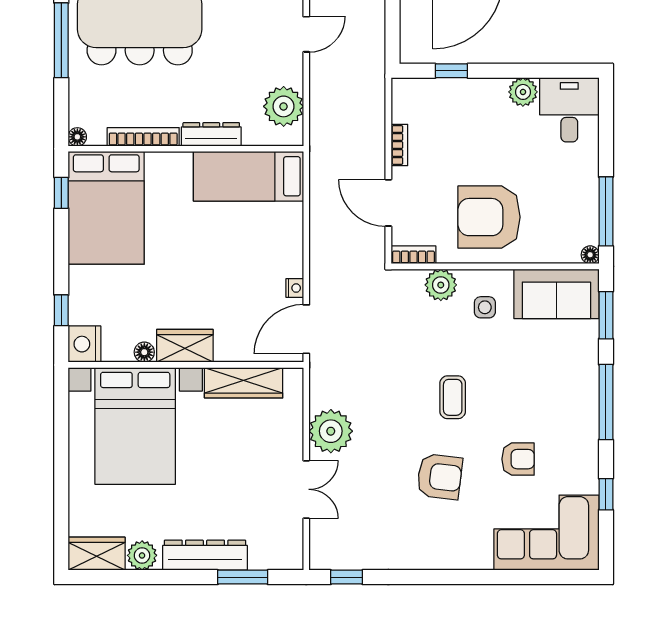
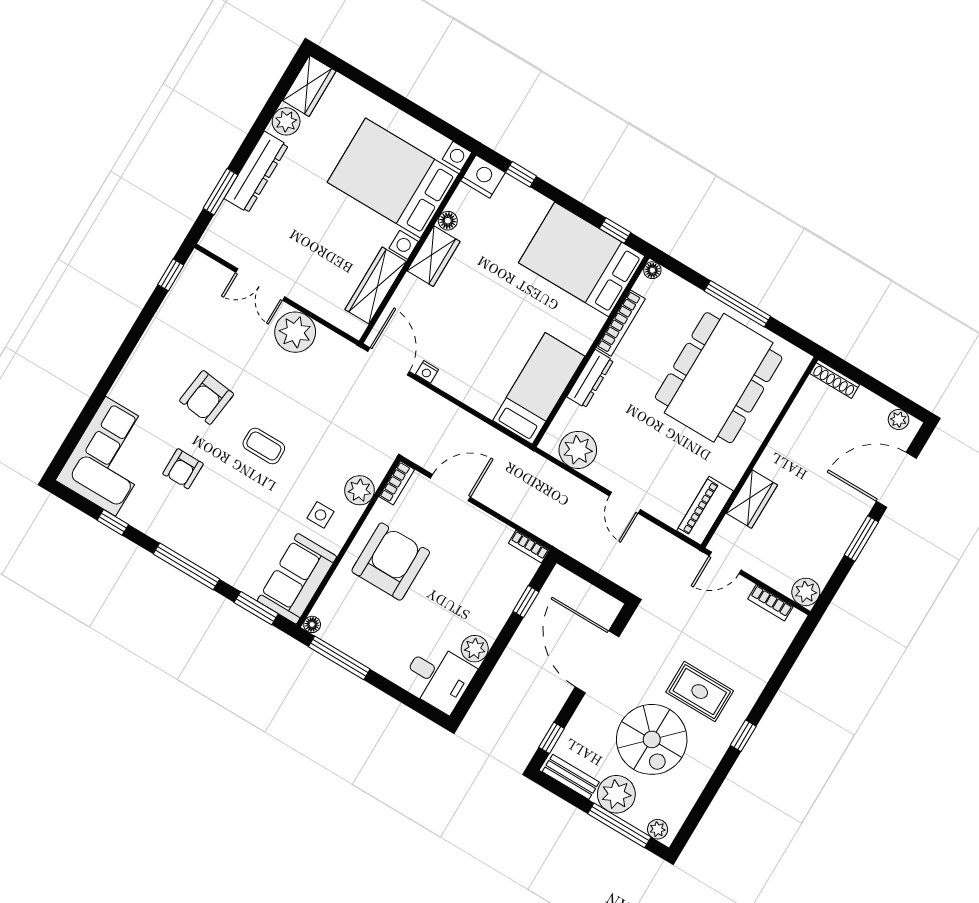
bookcase: (399, 145) -> (529, 547), moved

